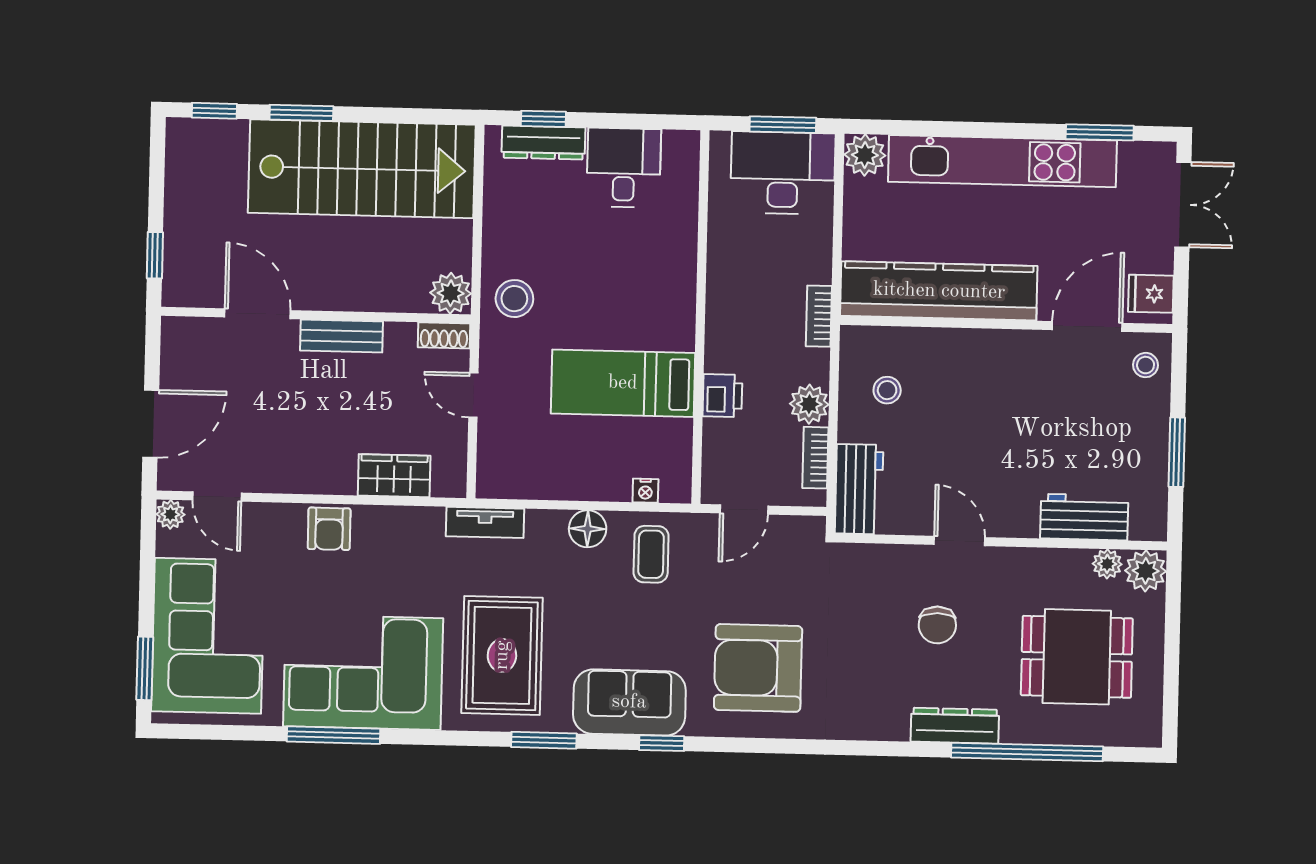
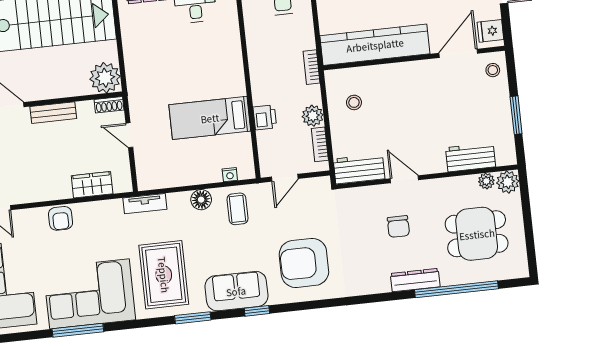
plant: (451, 293) -> (105, 78), width x1.36, depth x1.36
stool: (514, 299) -> (145, 80), removed
workbench: (859, 489) -> (359, 169), moved, turned -90

